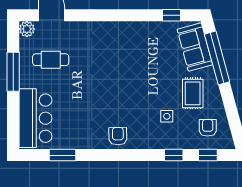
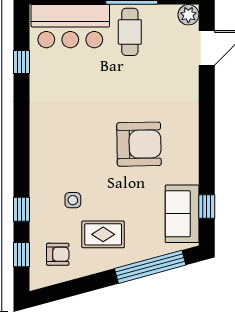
sofa: (195, 47) -> (182, 214), moved, turned -75
cafe table: (51, 60) -> (130, 32), moved
armchair: (118, 136) -> (139, 144), moved, width x1.88, depth x1.88
window: (62, 155) -> (22, 62), width x0.67

